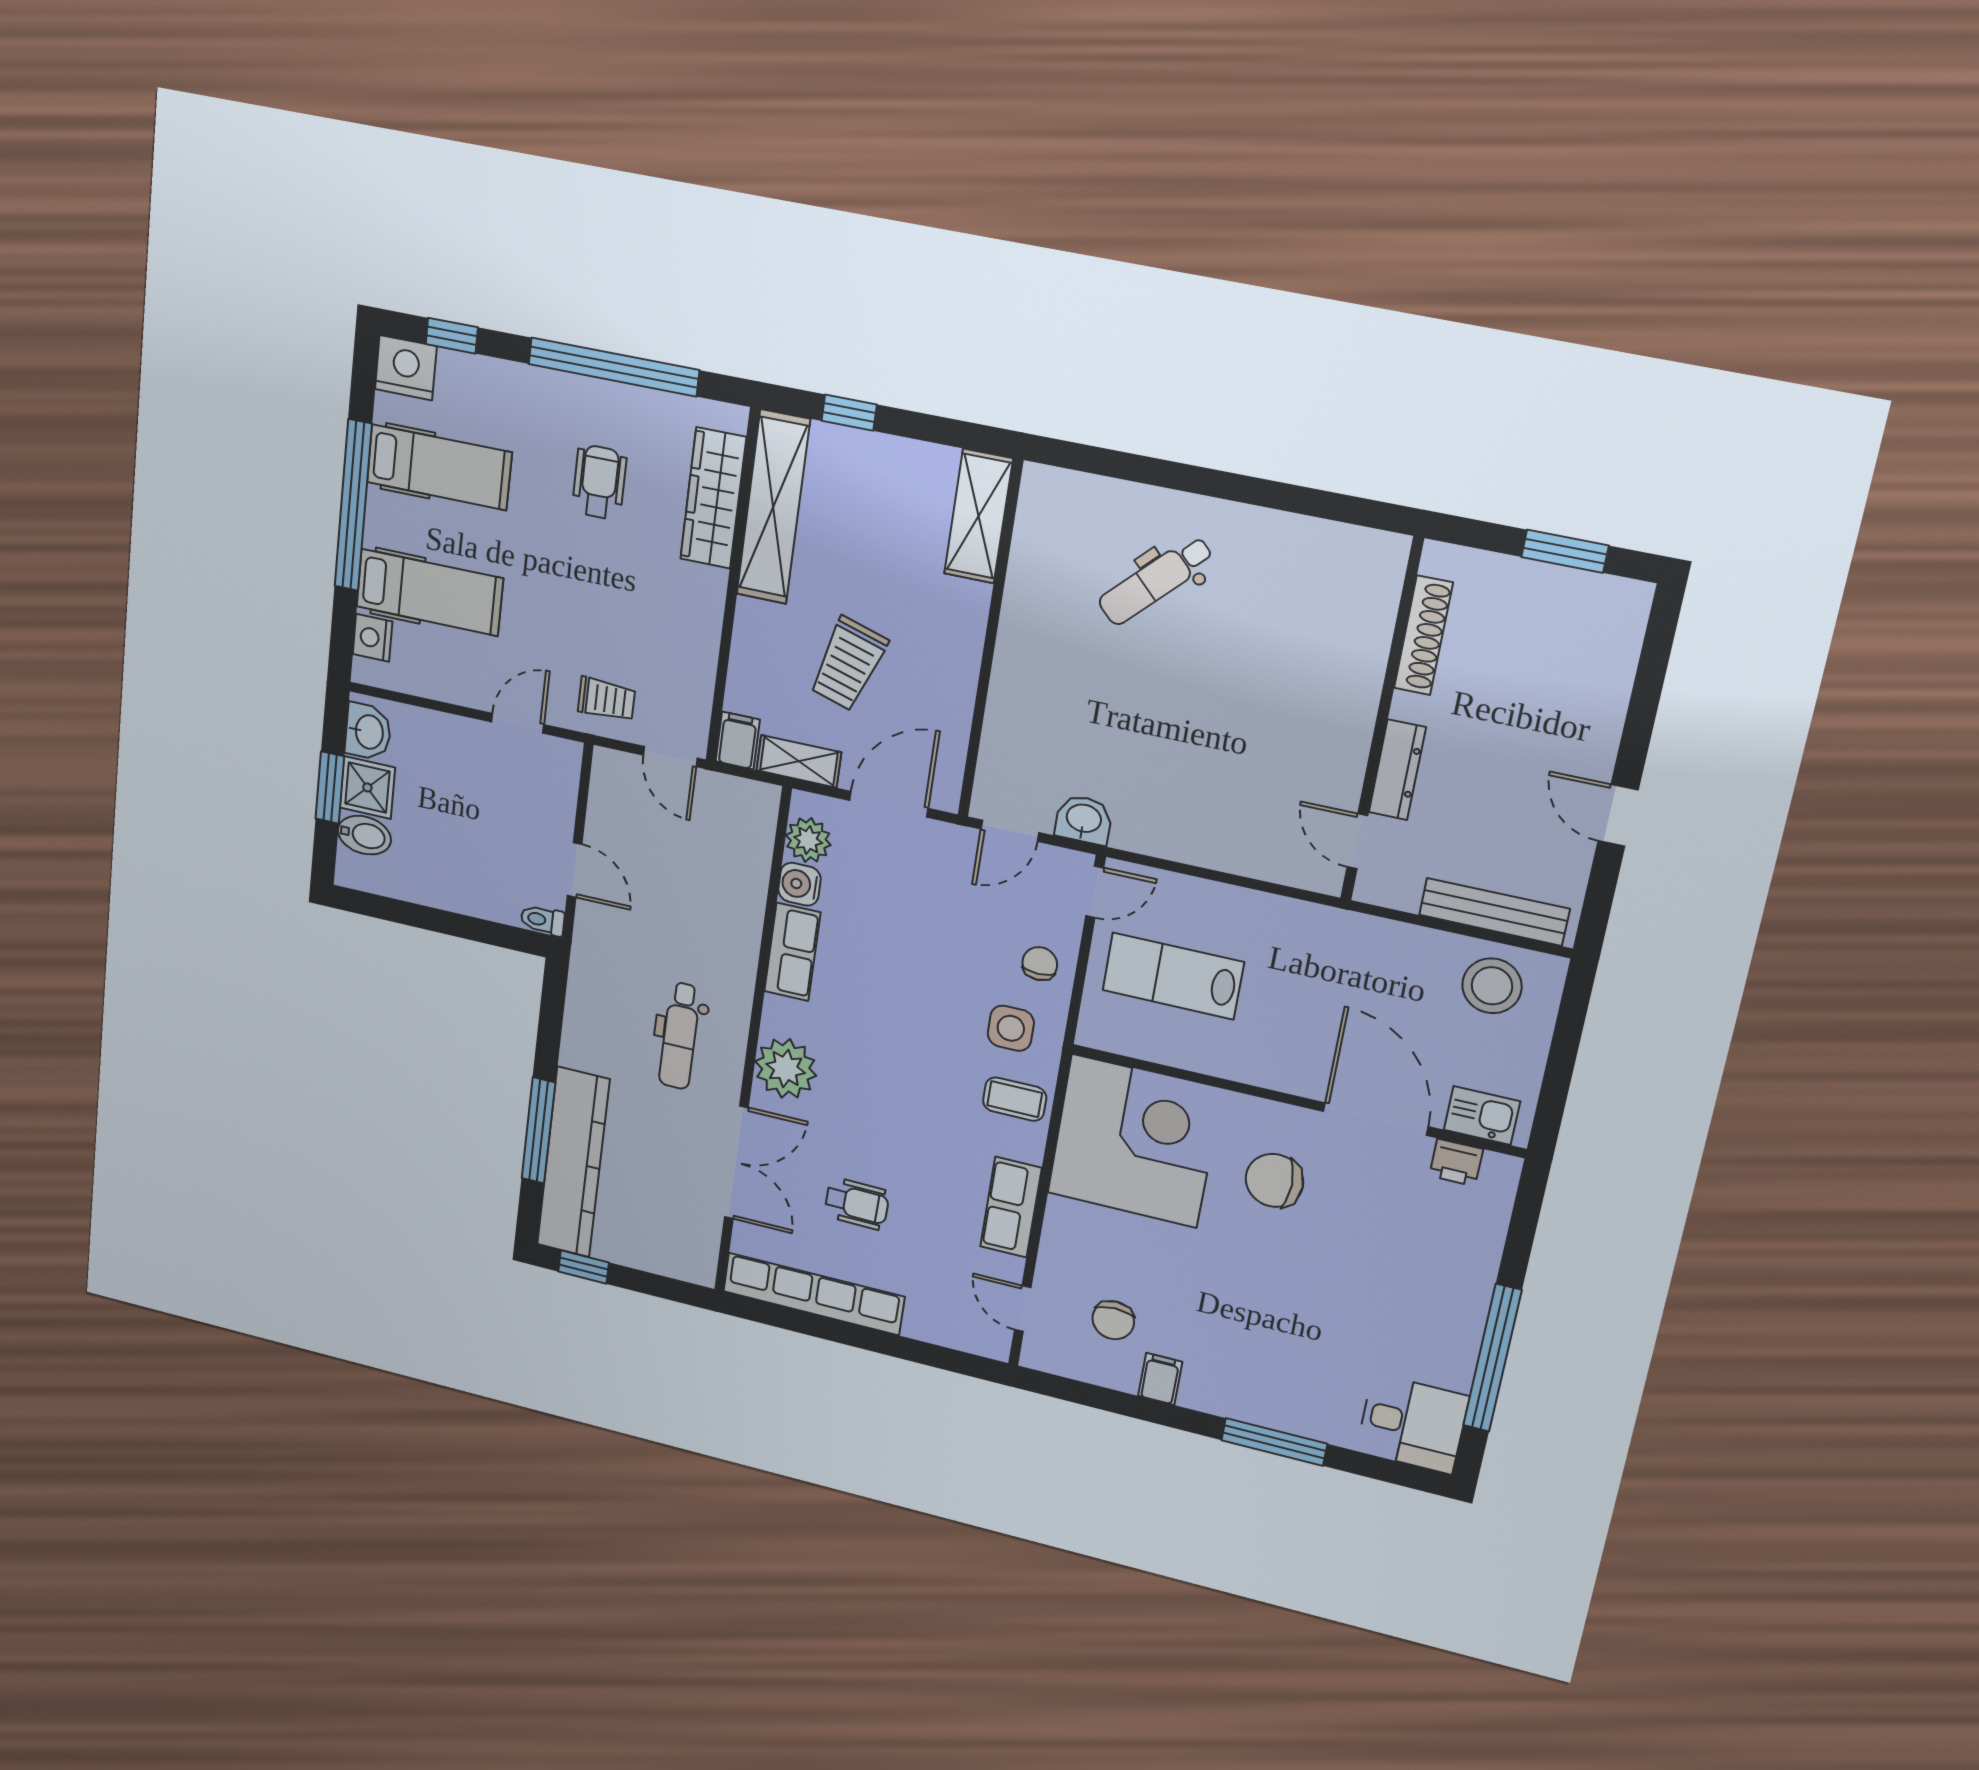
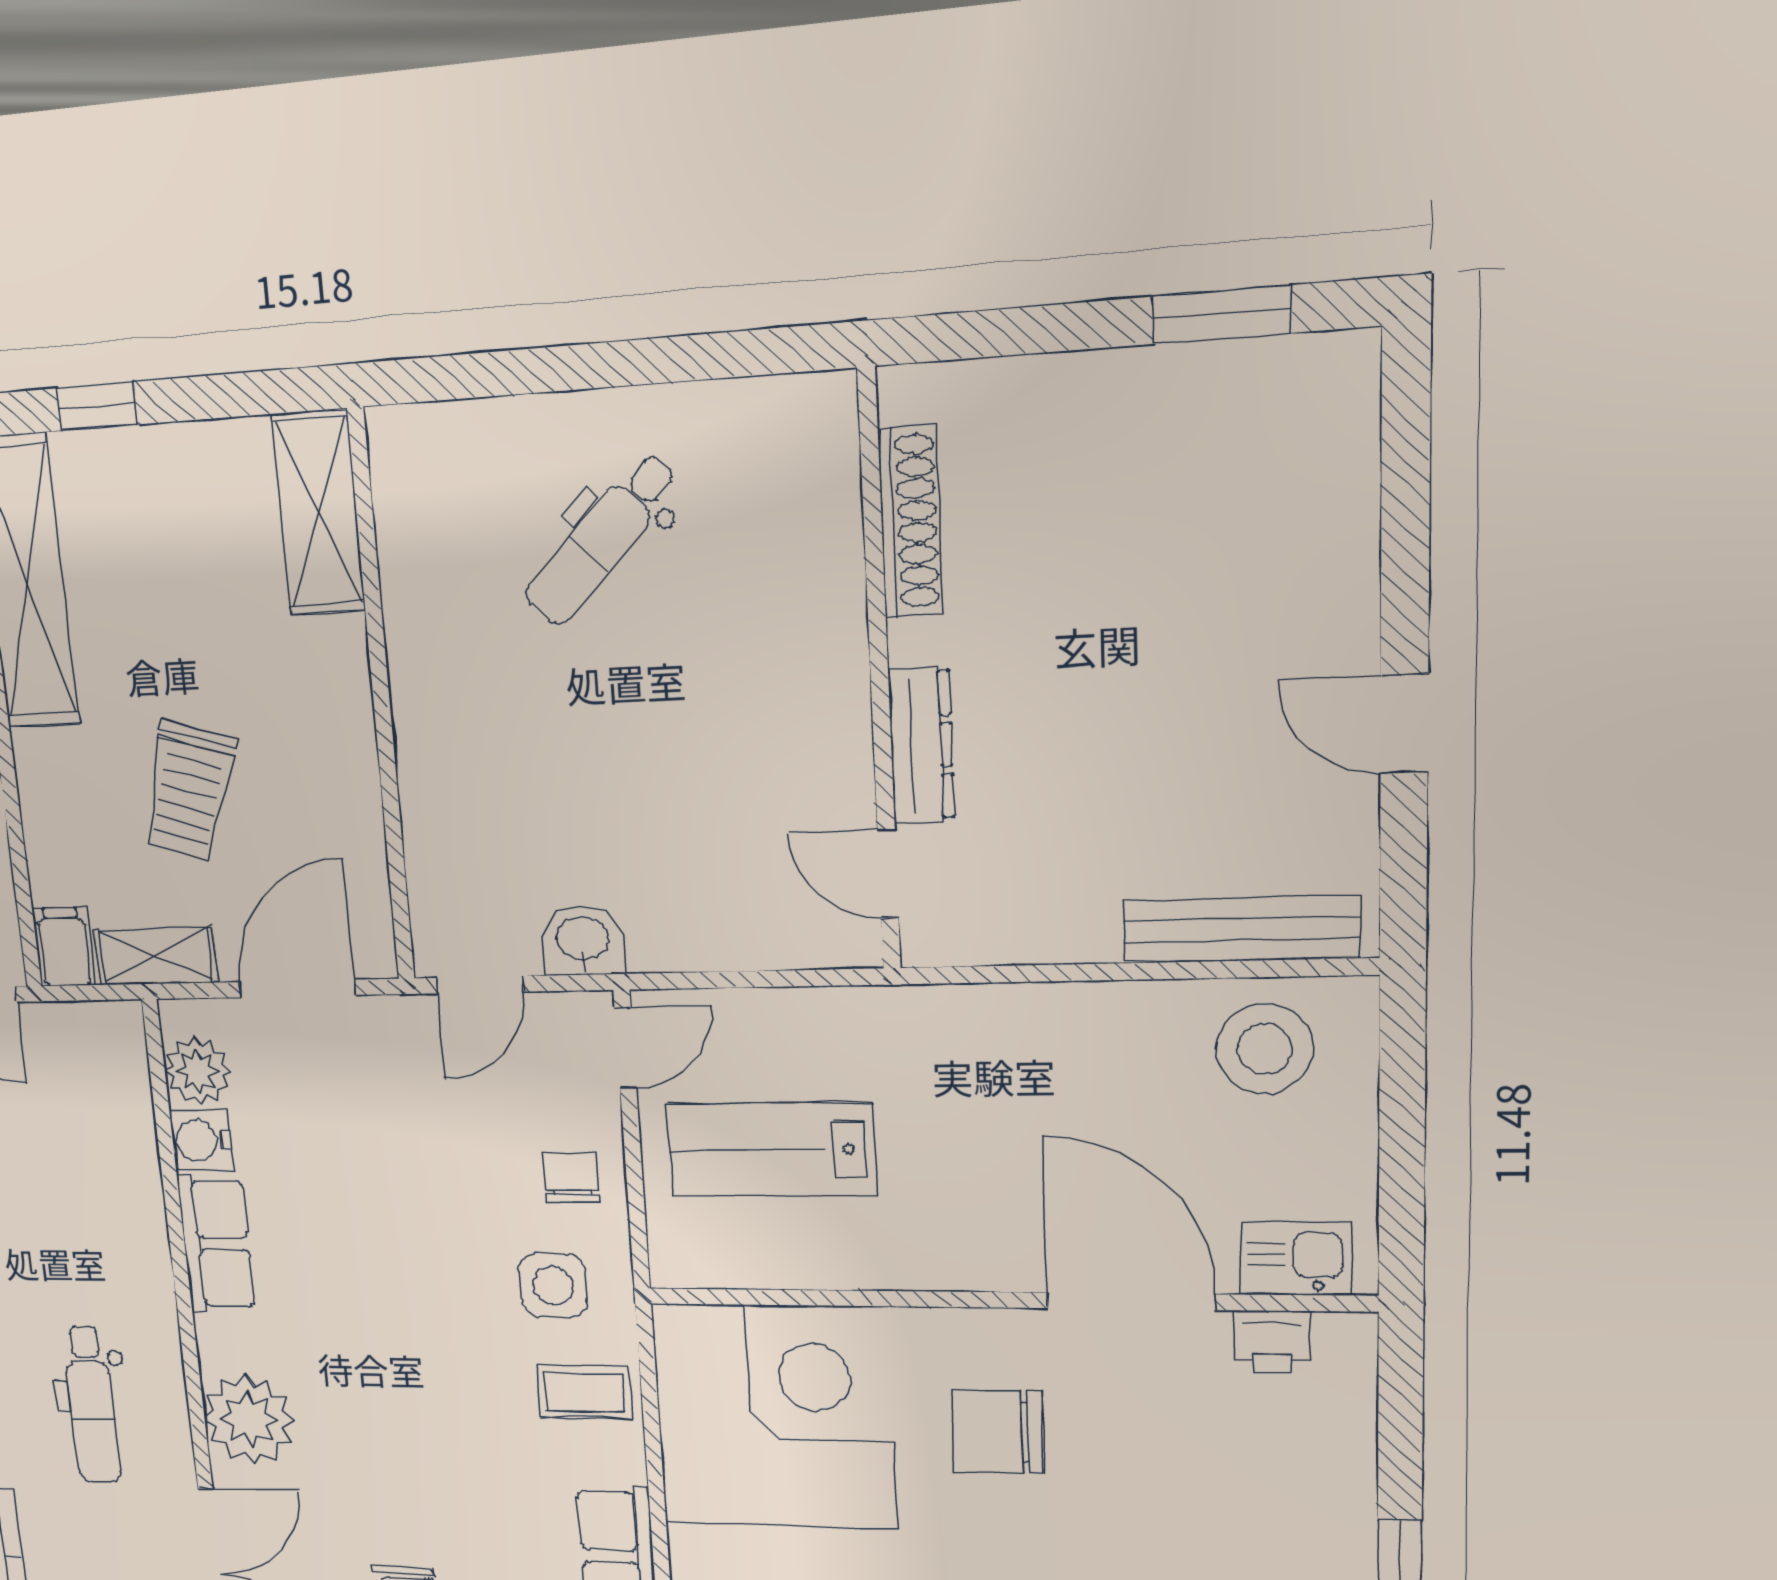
shoe rack: (1423, 635) -> (910, 522), moved
wall: (1382, 722) -> (879, 676), moved
dresser: (1397, 770) -> (921, 745), moved
door: (1357, 841) -> (888, 874), moved

